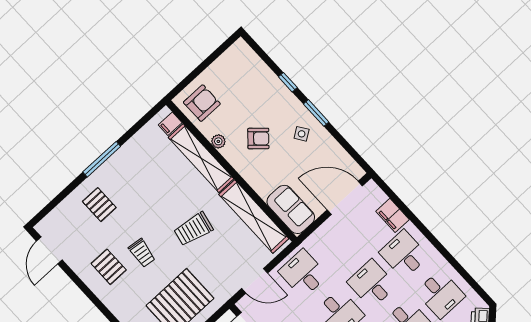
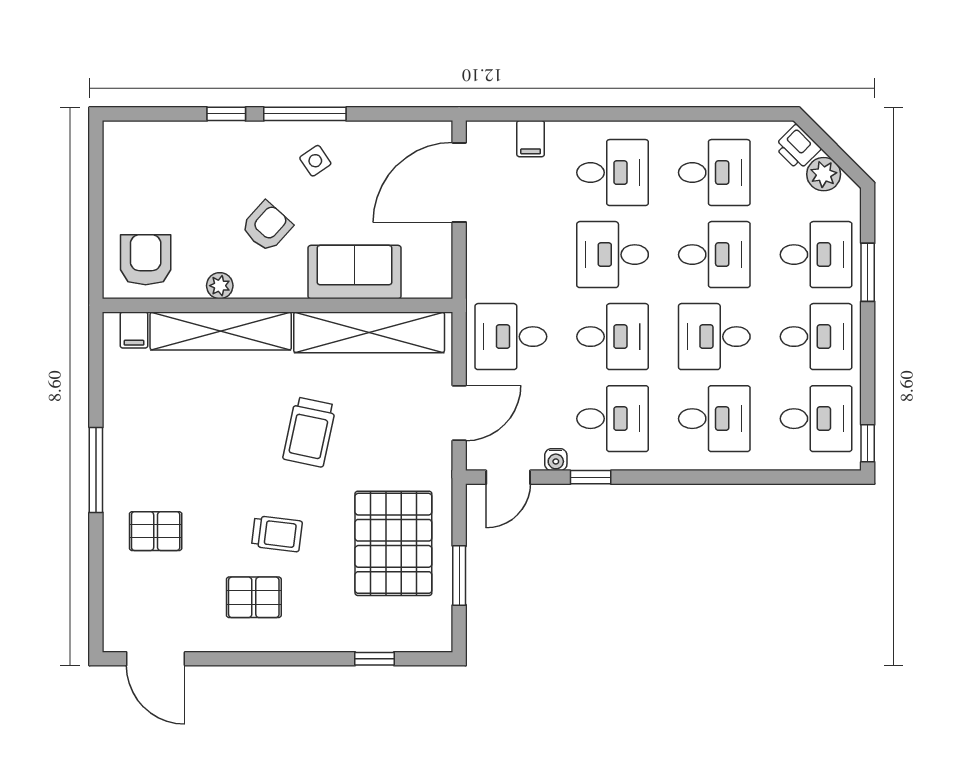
window: (316, 113) -> (305, 114), width x1.44
sofa: (291, 209) -> (355, 272), moved
filing cabinet: (393, 215) -> (531, 139), width x0.50
desk: (404, 254) -> (613, 173), turned 180

